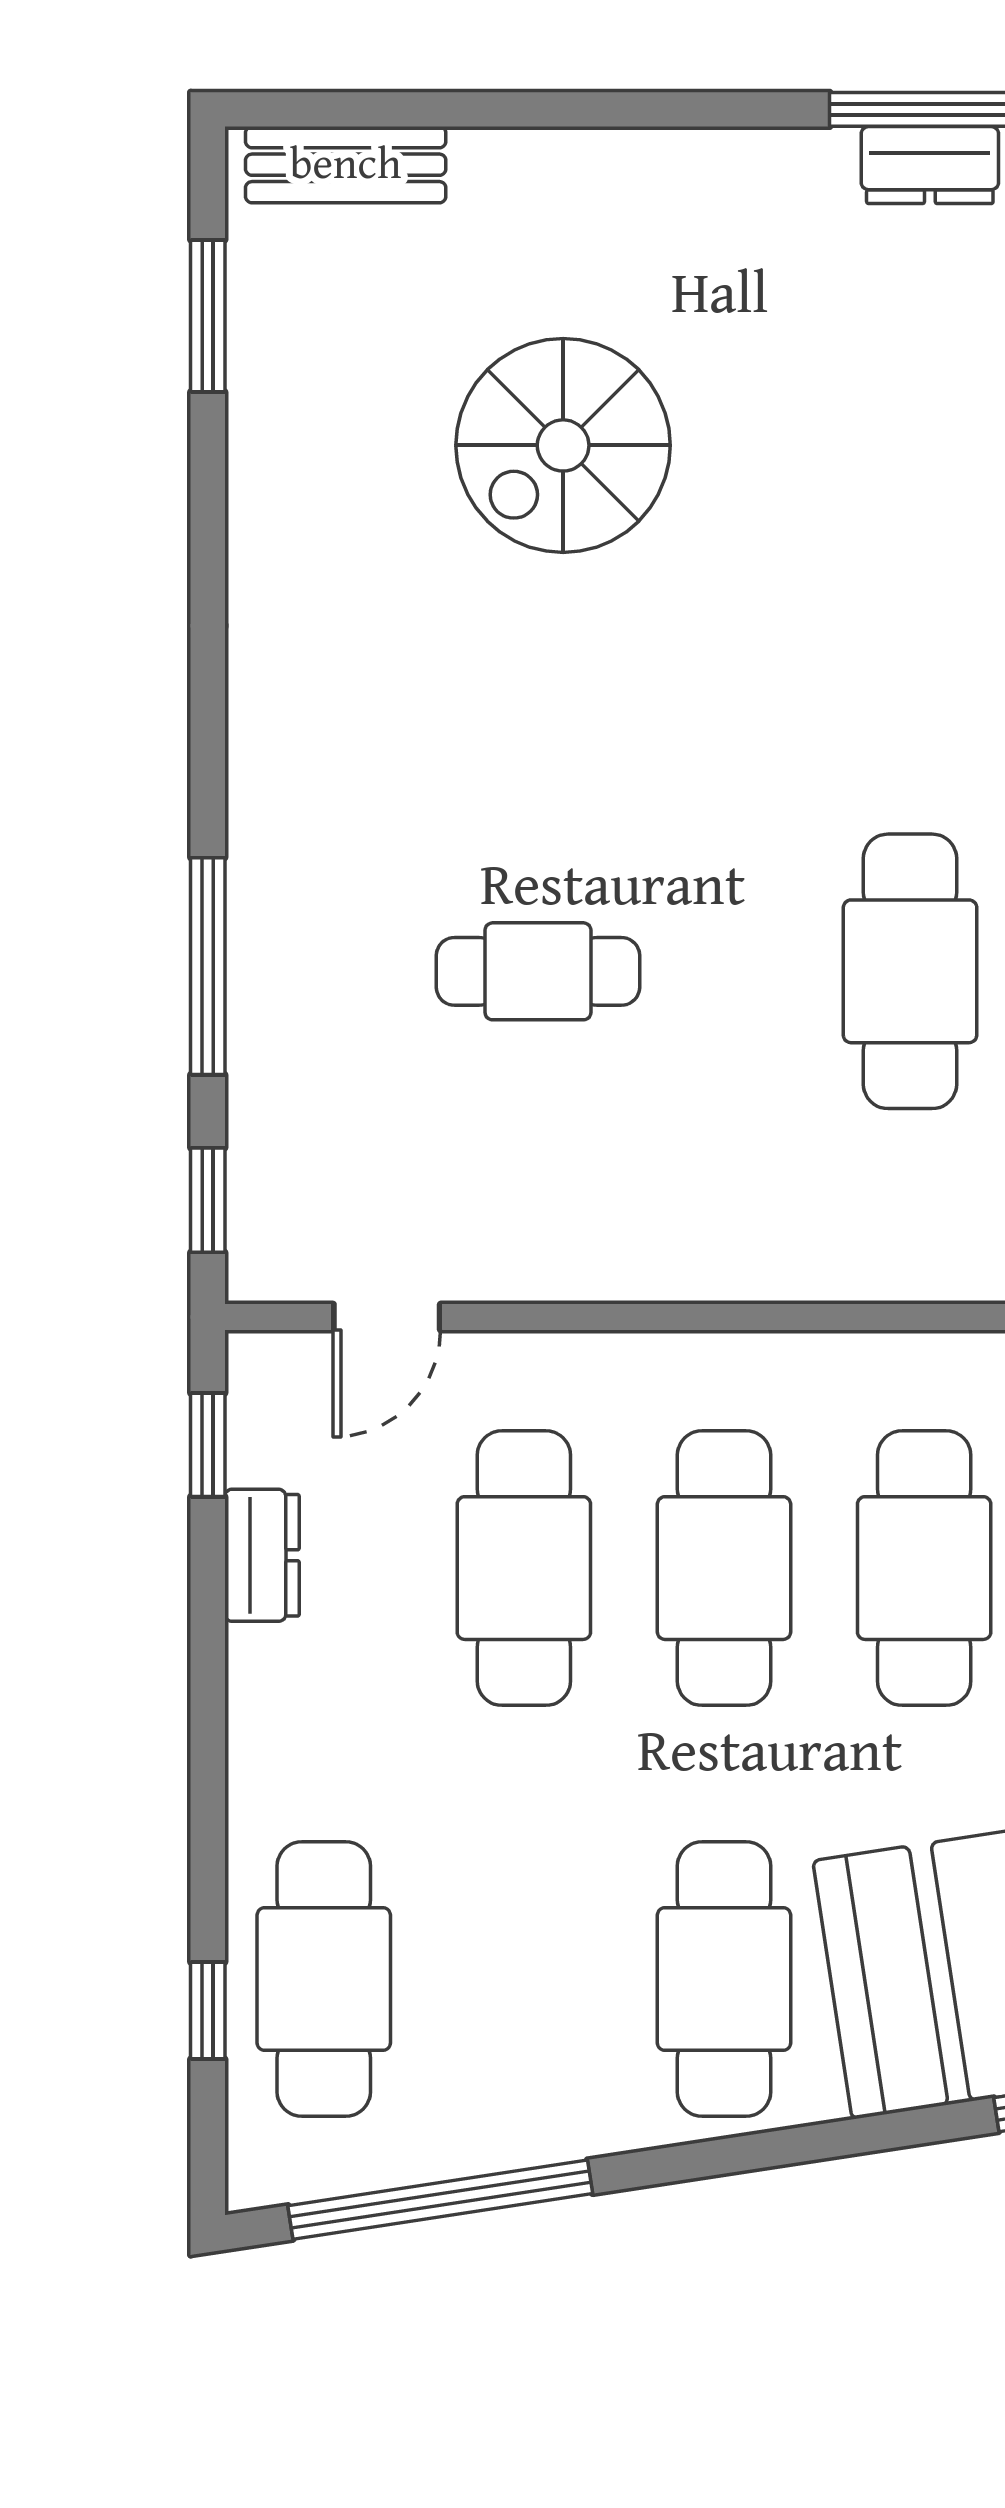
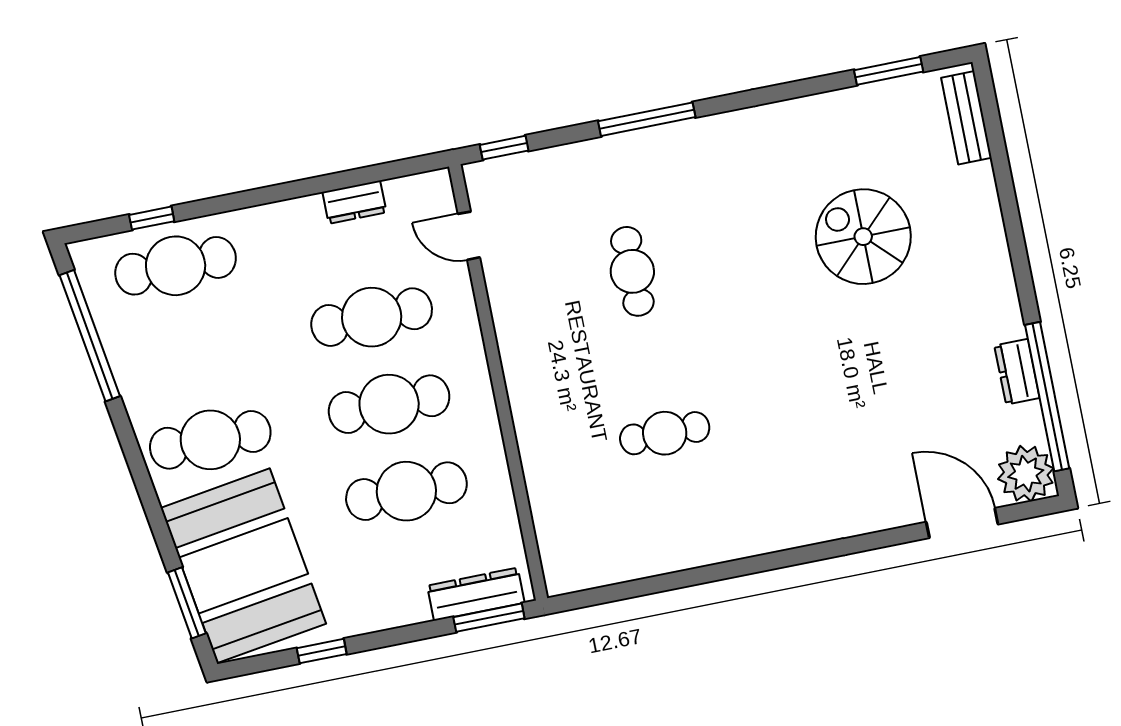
window: (208, 966) -> (647, 119), moved
cafe table: (910, 971) -> (665, 433), width x0.73, depth x0.74
window: (208, 1445) -> (398, 169), removed

